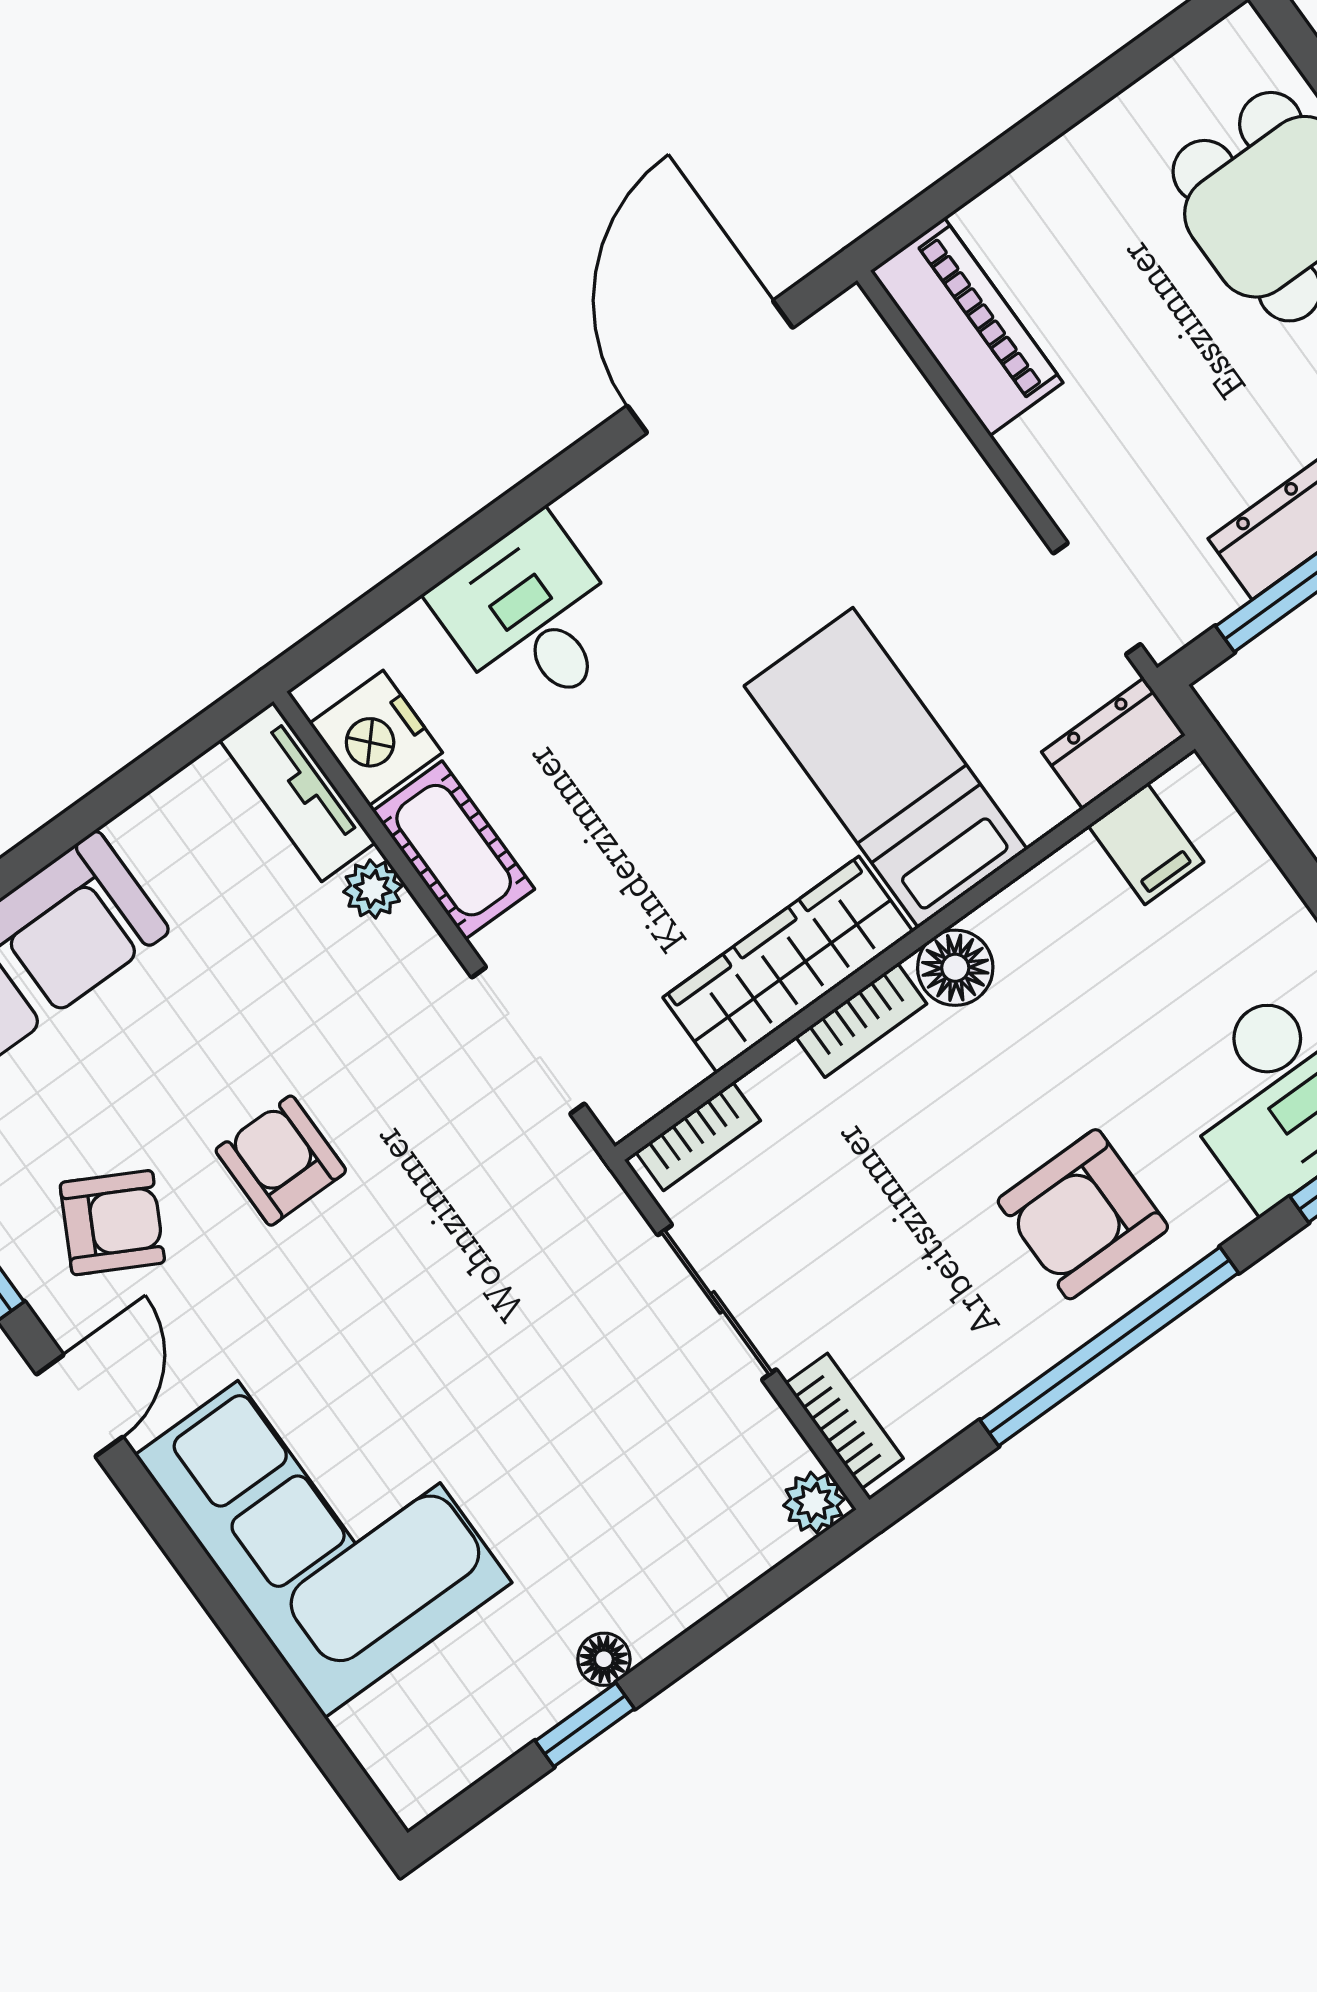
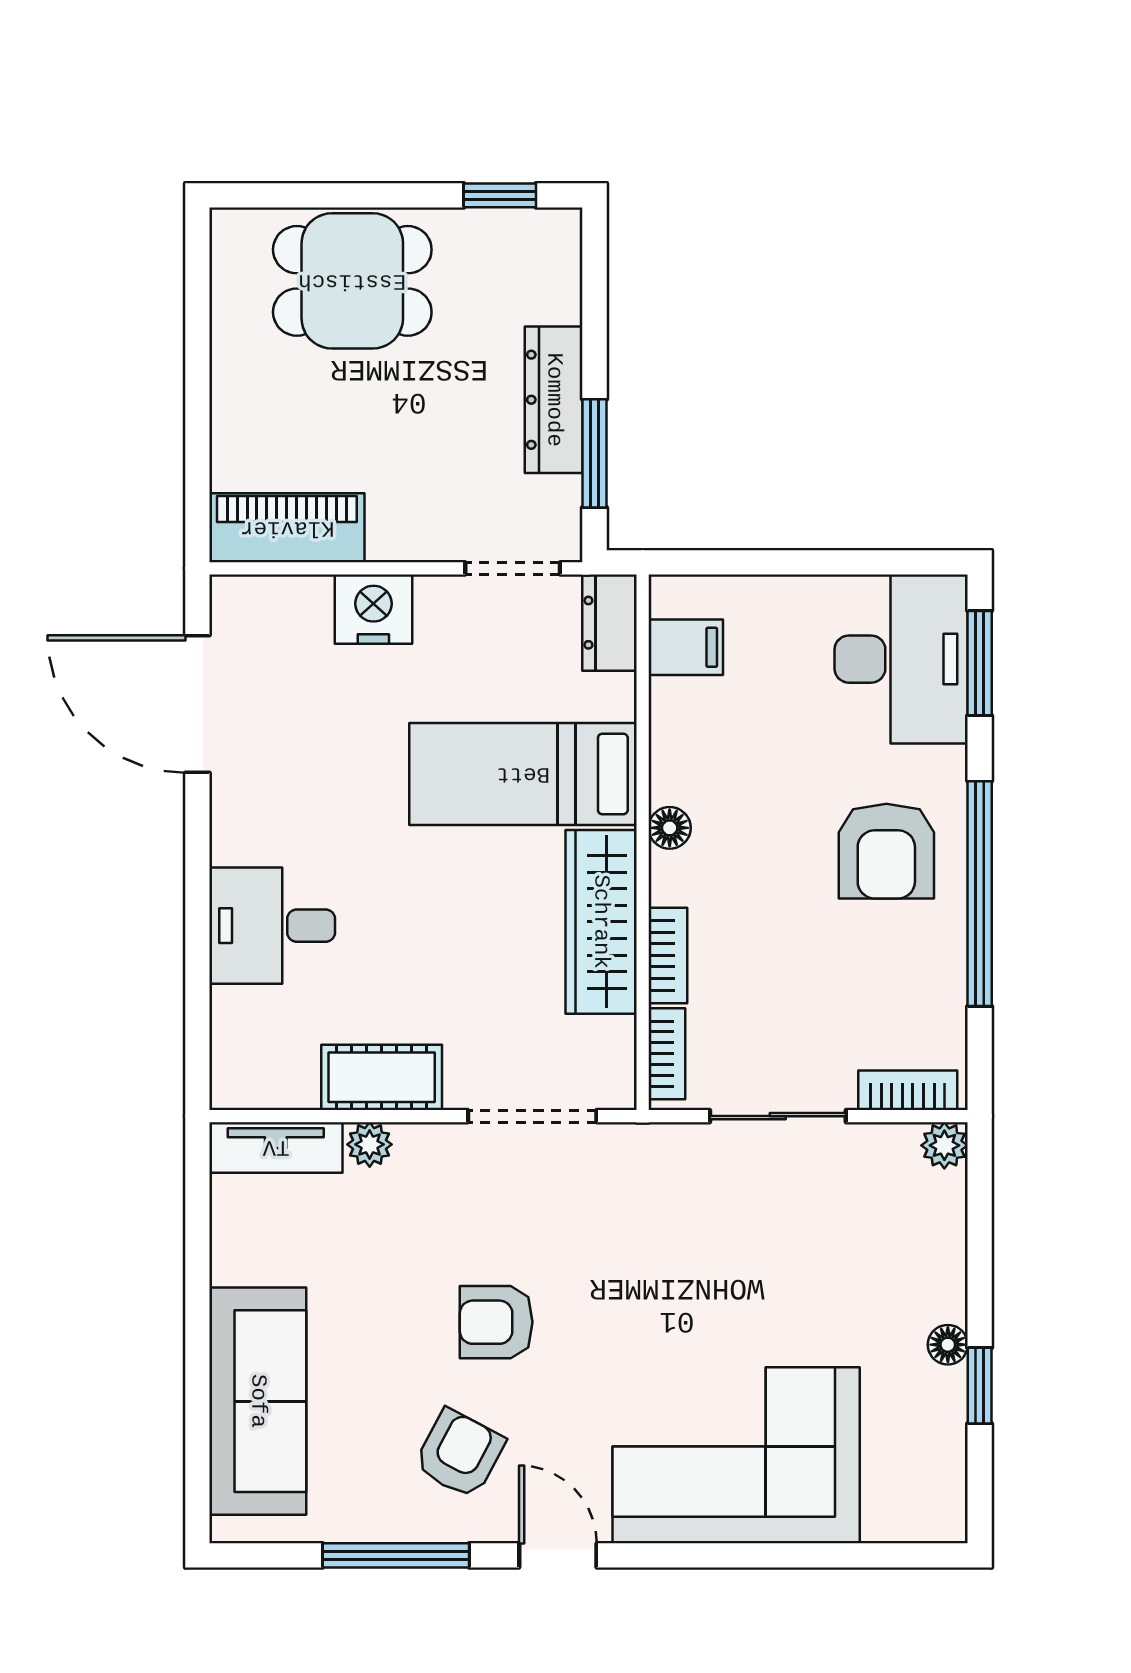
nightstand: (376, 738) -> (373, 609), moved, turned 180
floor lamp: (955, 968) -> (670, 828), width x0.73, depth x0.73
bookcase: (861, 1020) -> (668, 955), moved

